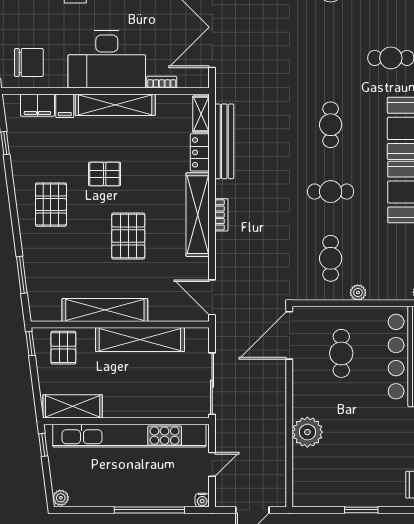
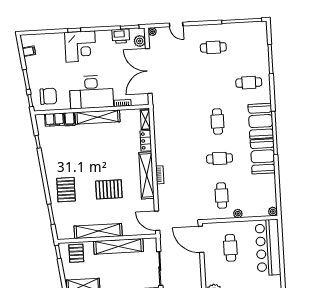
bench: (224, 141) -> (159, 134), removed
pallet: (105, 174) -> (94, 156), removed
pallet: (51, 205) -> (66, 190), moved
pallet: (128, 236) -> (109, 189), turned 90
door: (289, 335) -> (201, 239), hinge flipped

